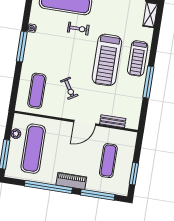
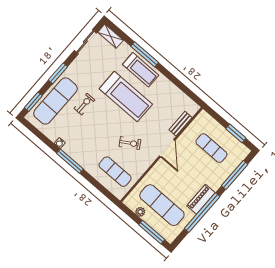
window: (148, 82) -> (145, 54), moved
piano: (71, 181) -> (201, 199), moved

